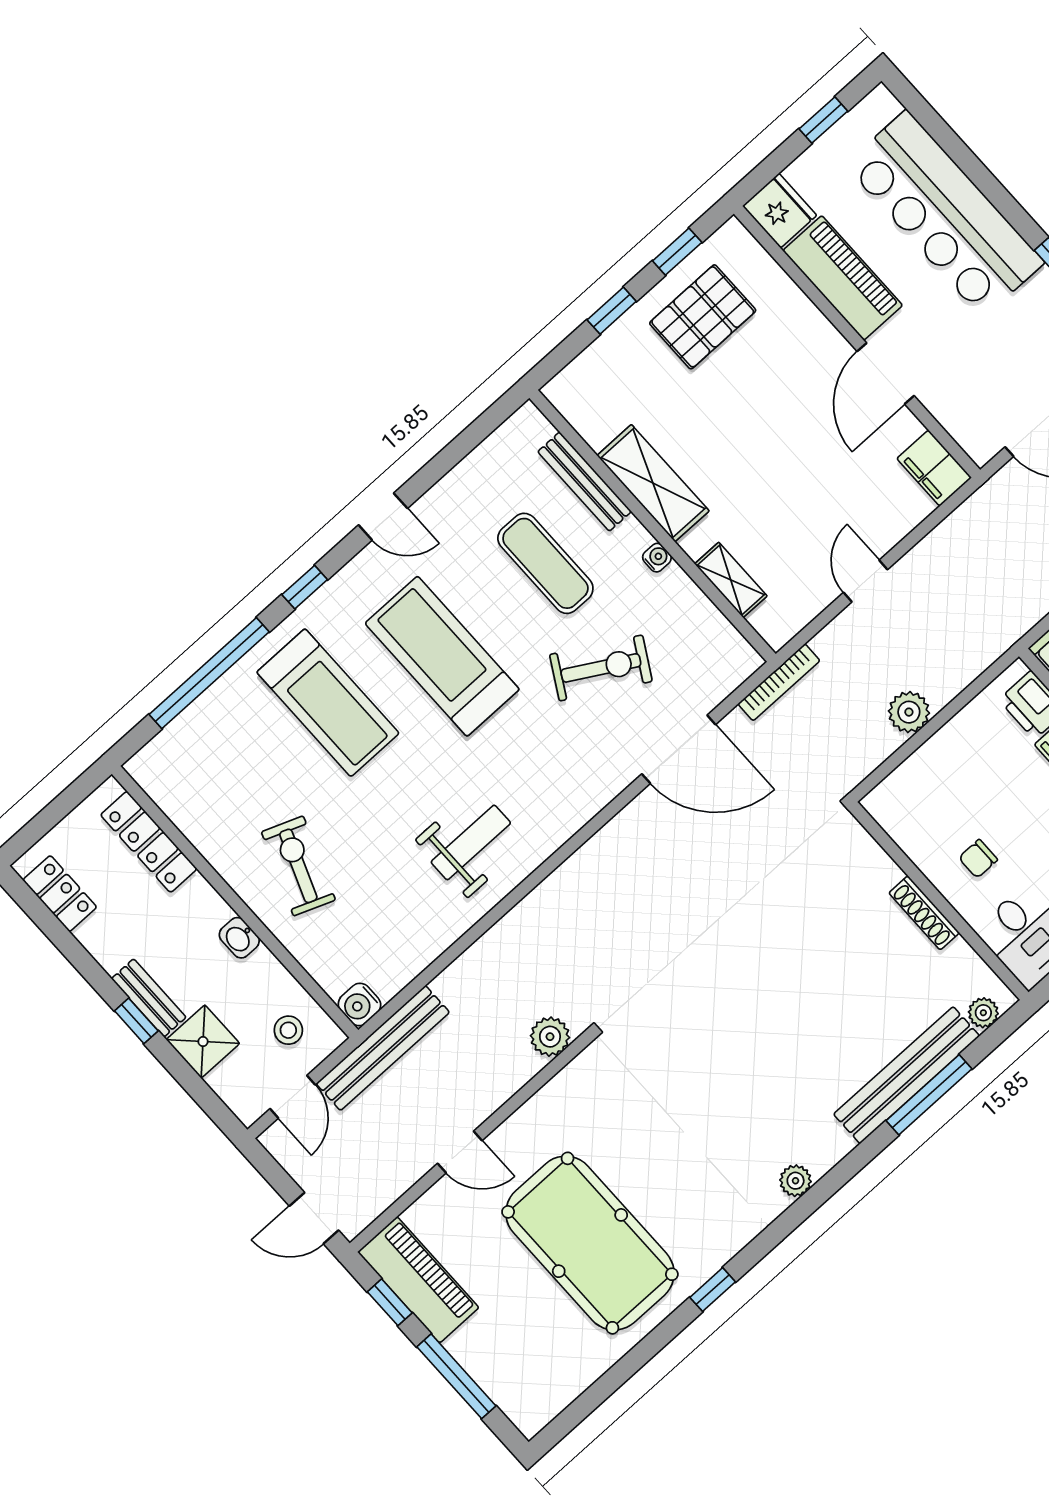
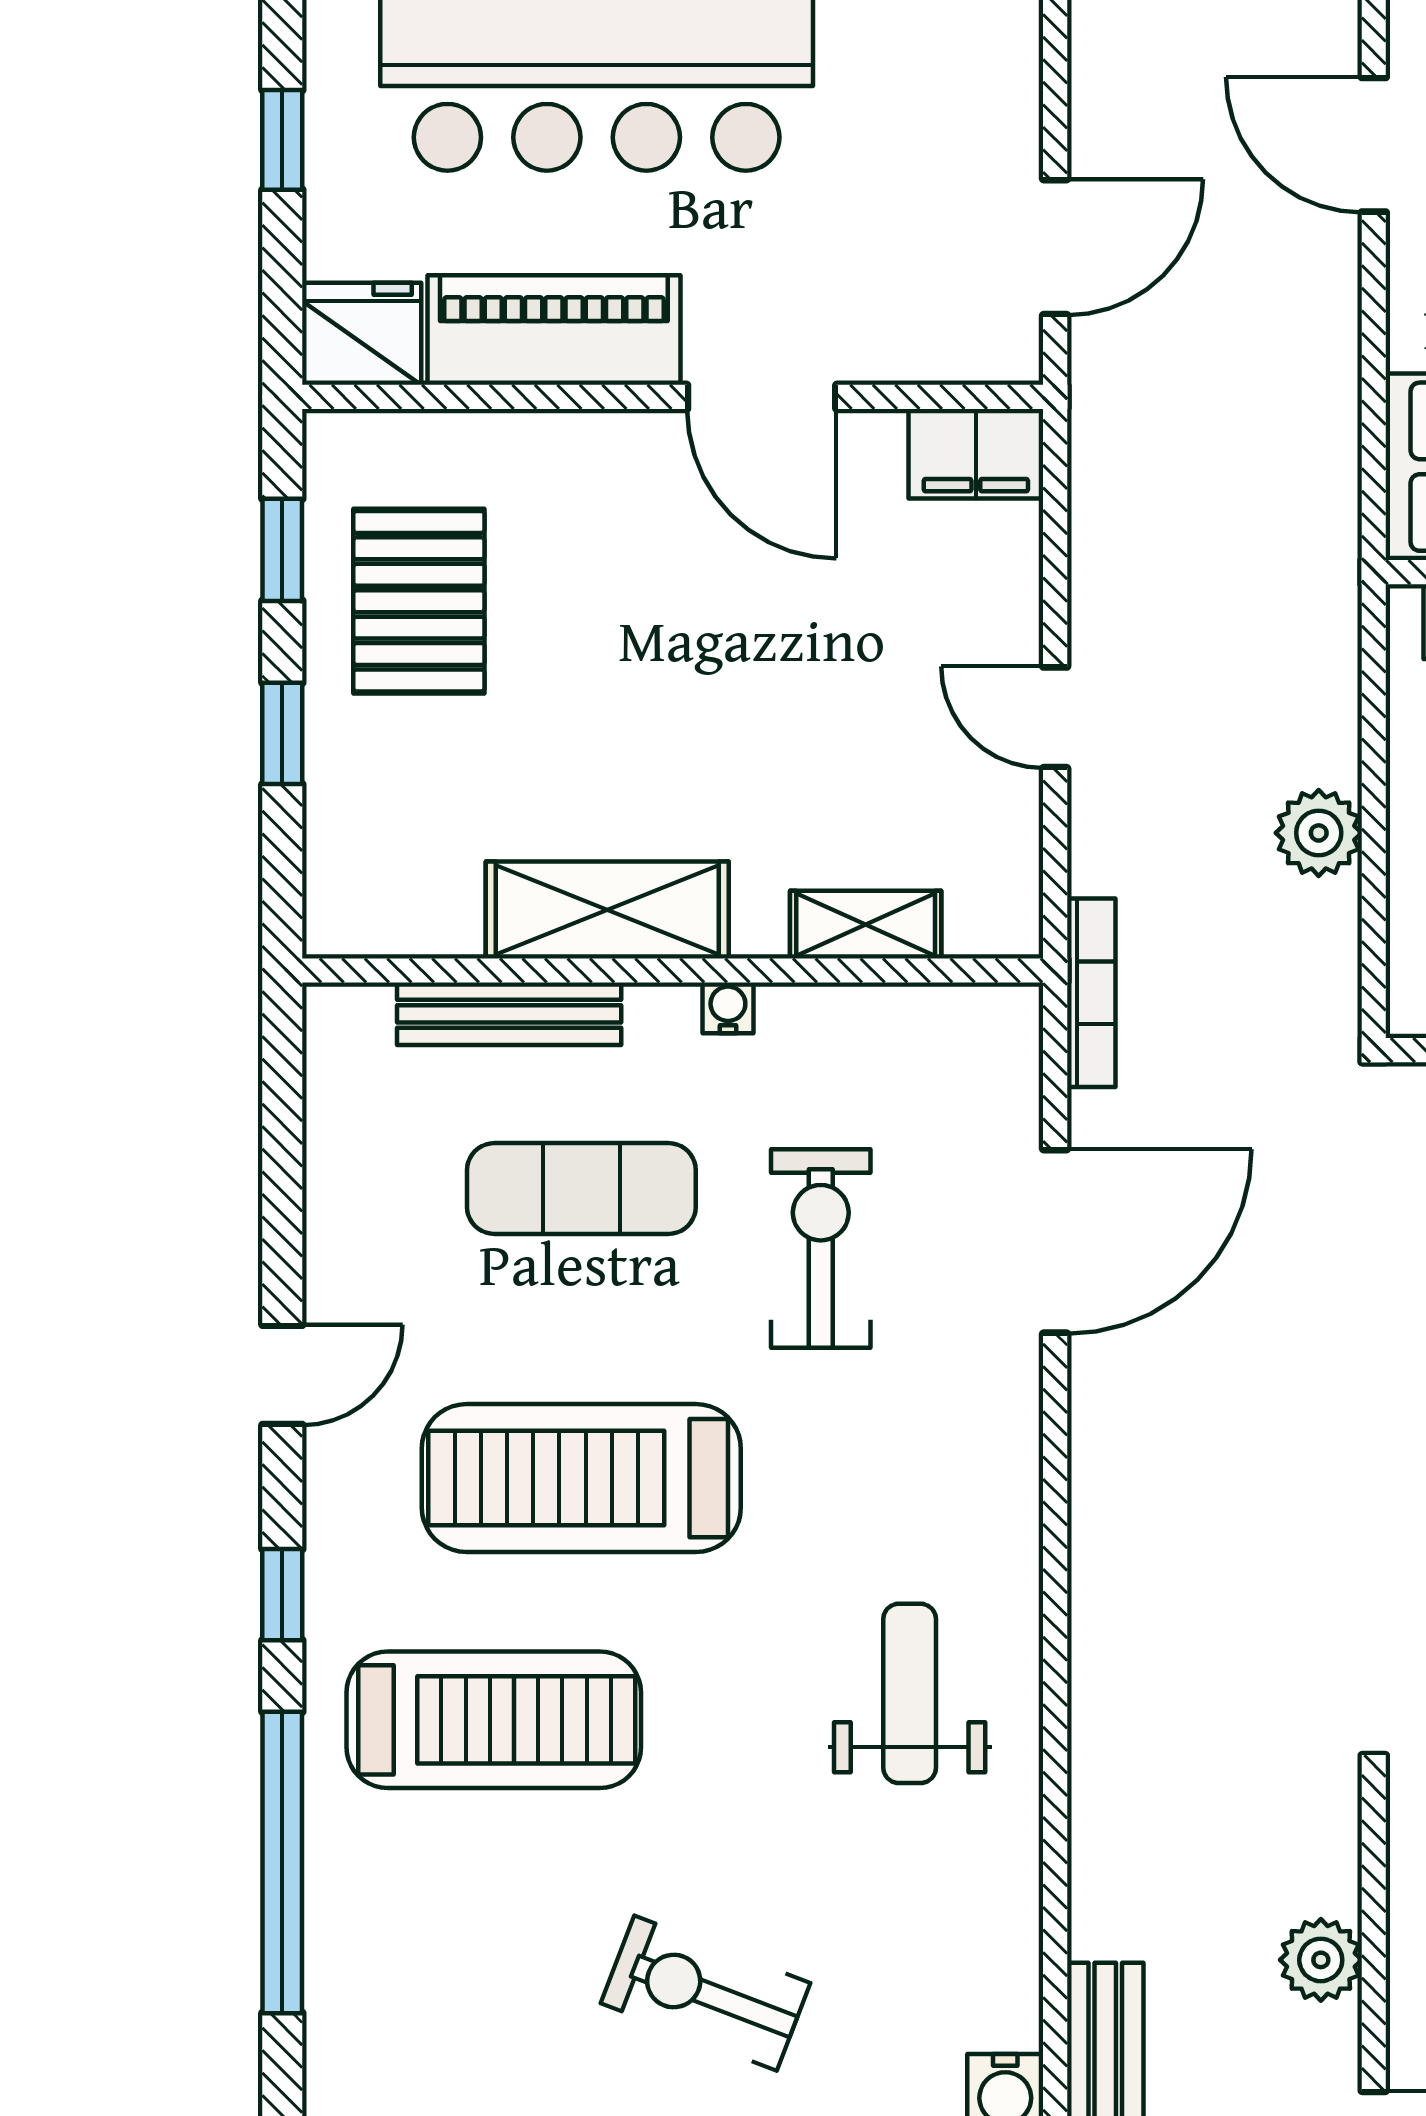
exercise bike: (601, 668) -> (821, 1248), turned -30
plant: (550, 1037) -> (1321, 1960), moved

